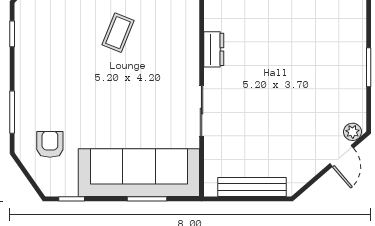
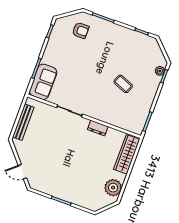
plant: (353, 132) -> (32, 181), removed
sofa: (139, 173) -> (43, 82), width x0.54, depth x0.79

